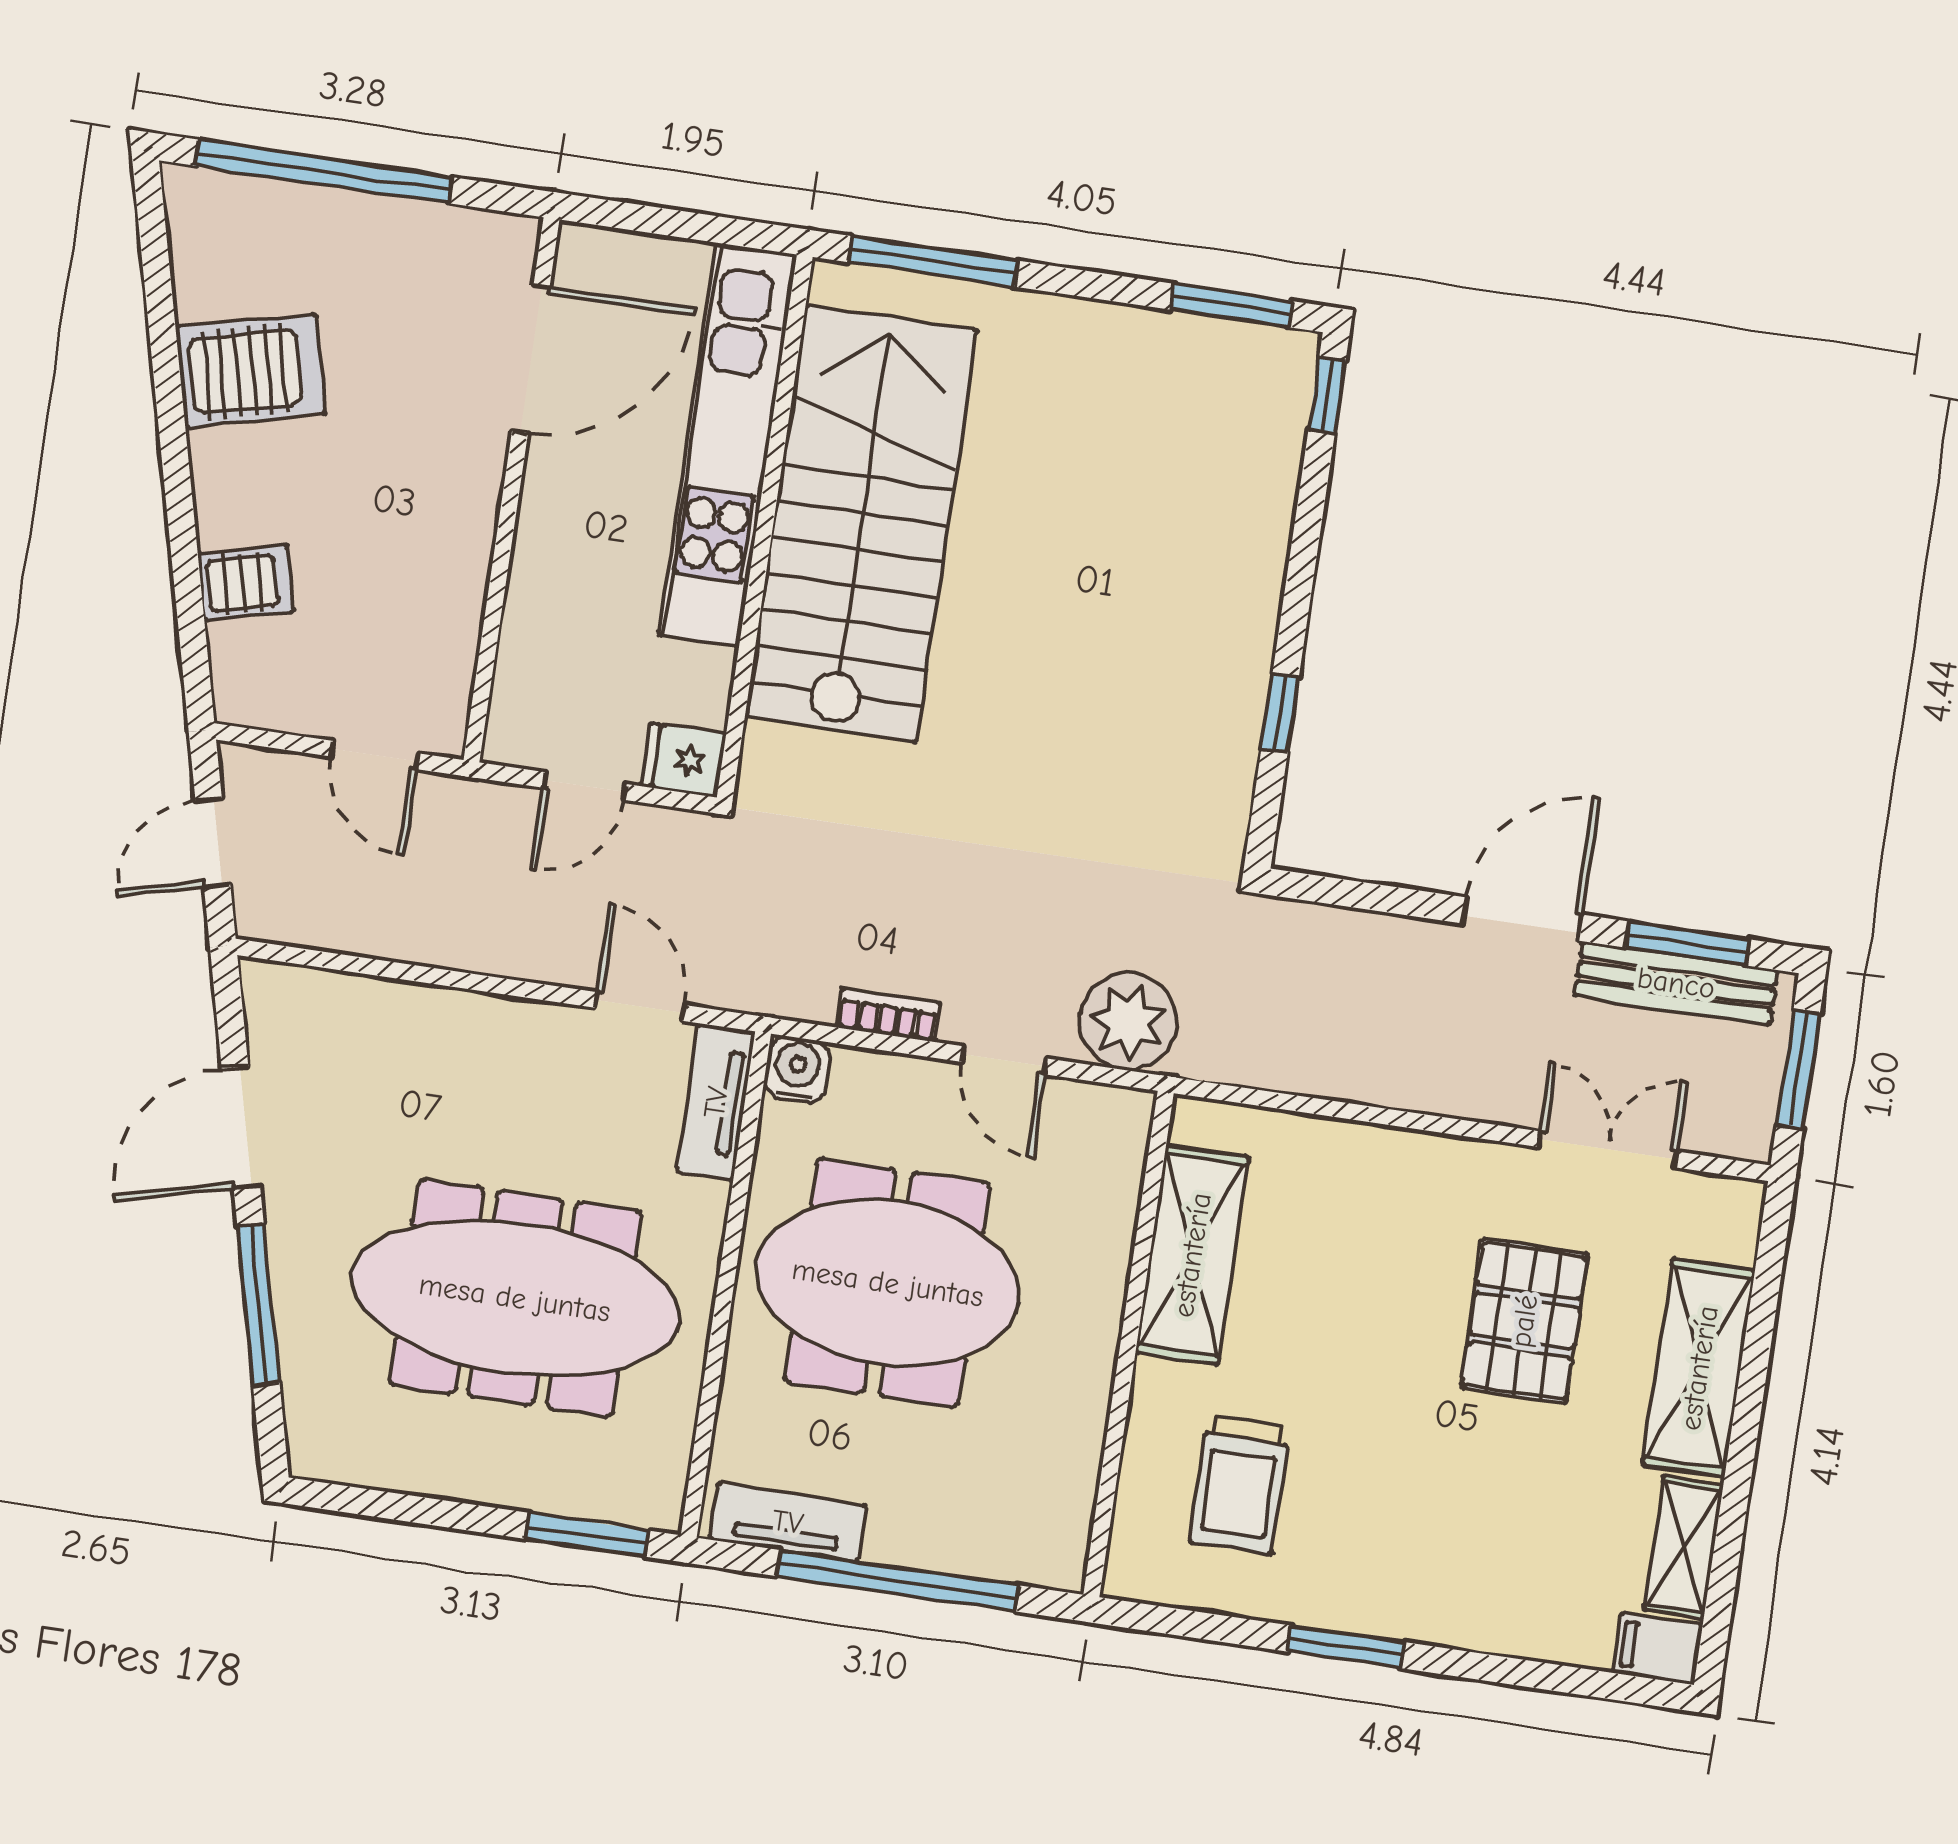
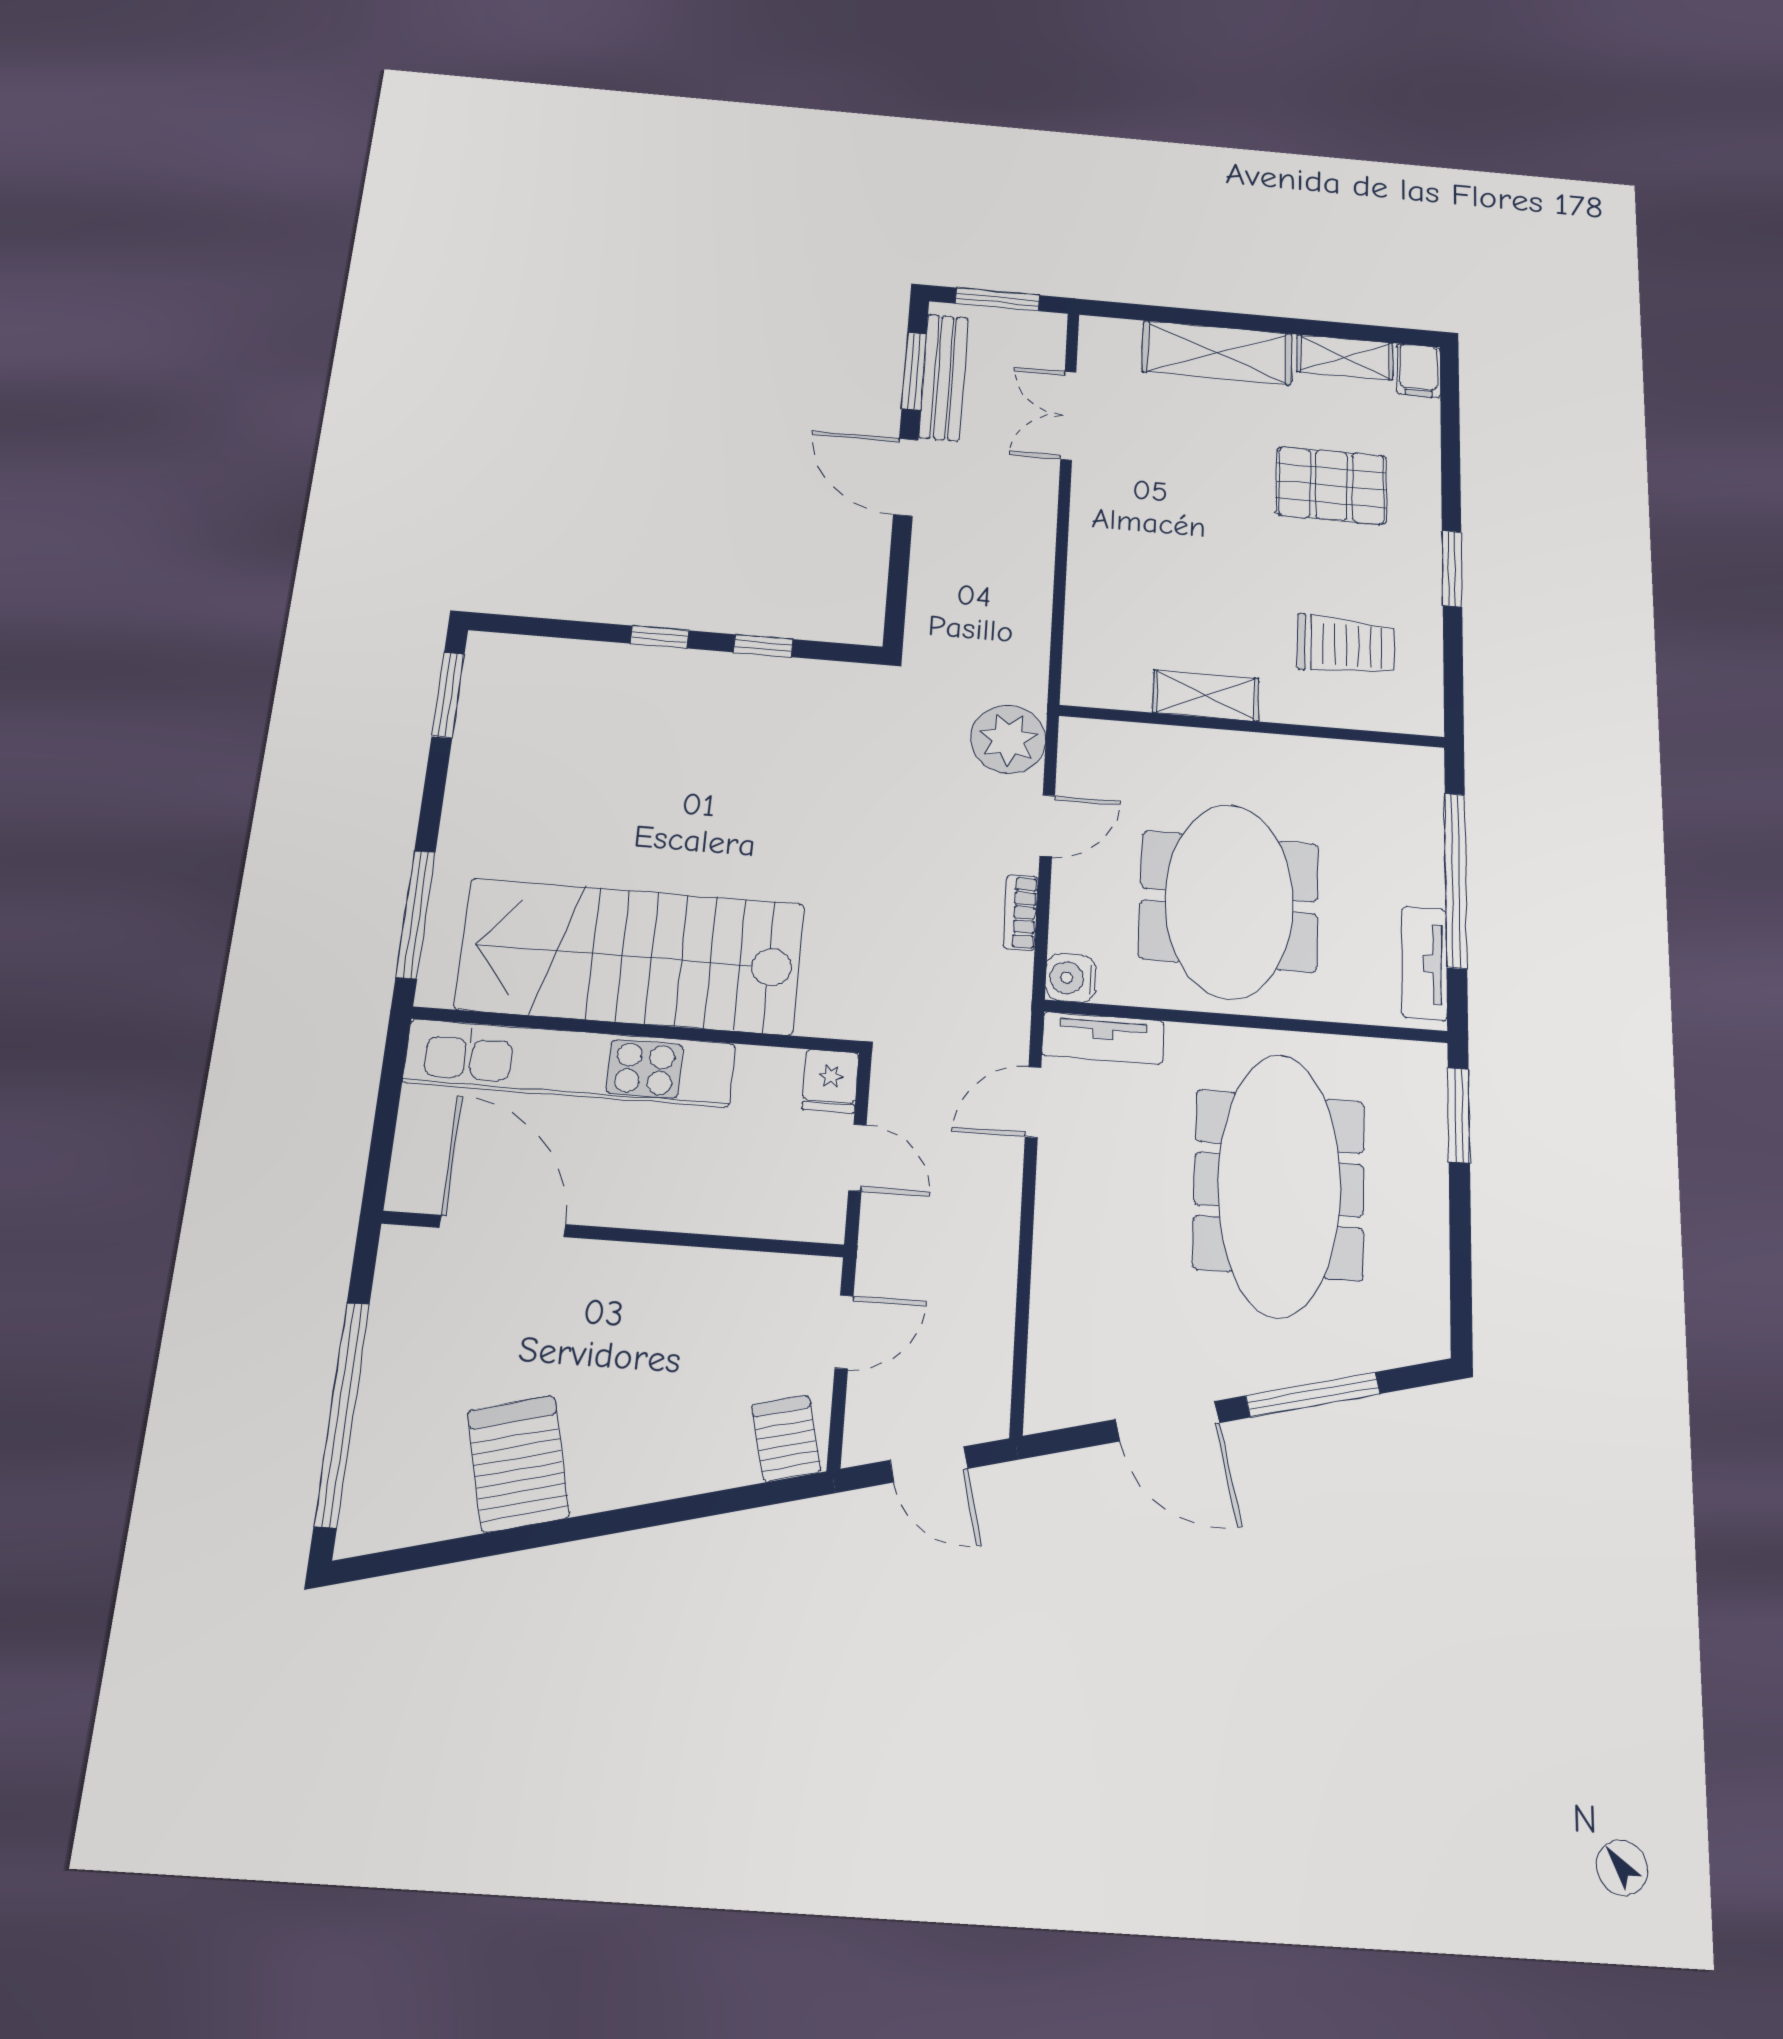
window: (1327, 395) -> (660, 637), moved
server rack: (246, 583) -> (786, 1439), moved
shelving: (1192, 1255) -> (1206, 695), width x0.67, depth x0.75
pallet: (1524, 1321) -> (1331, 485), moved

